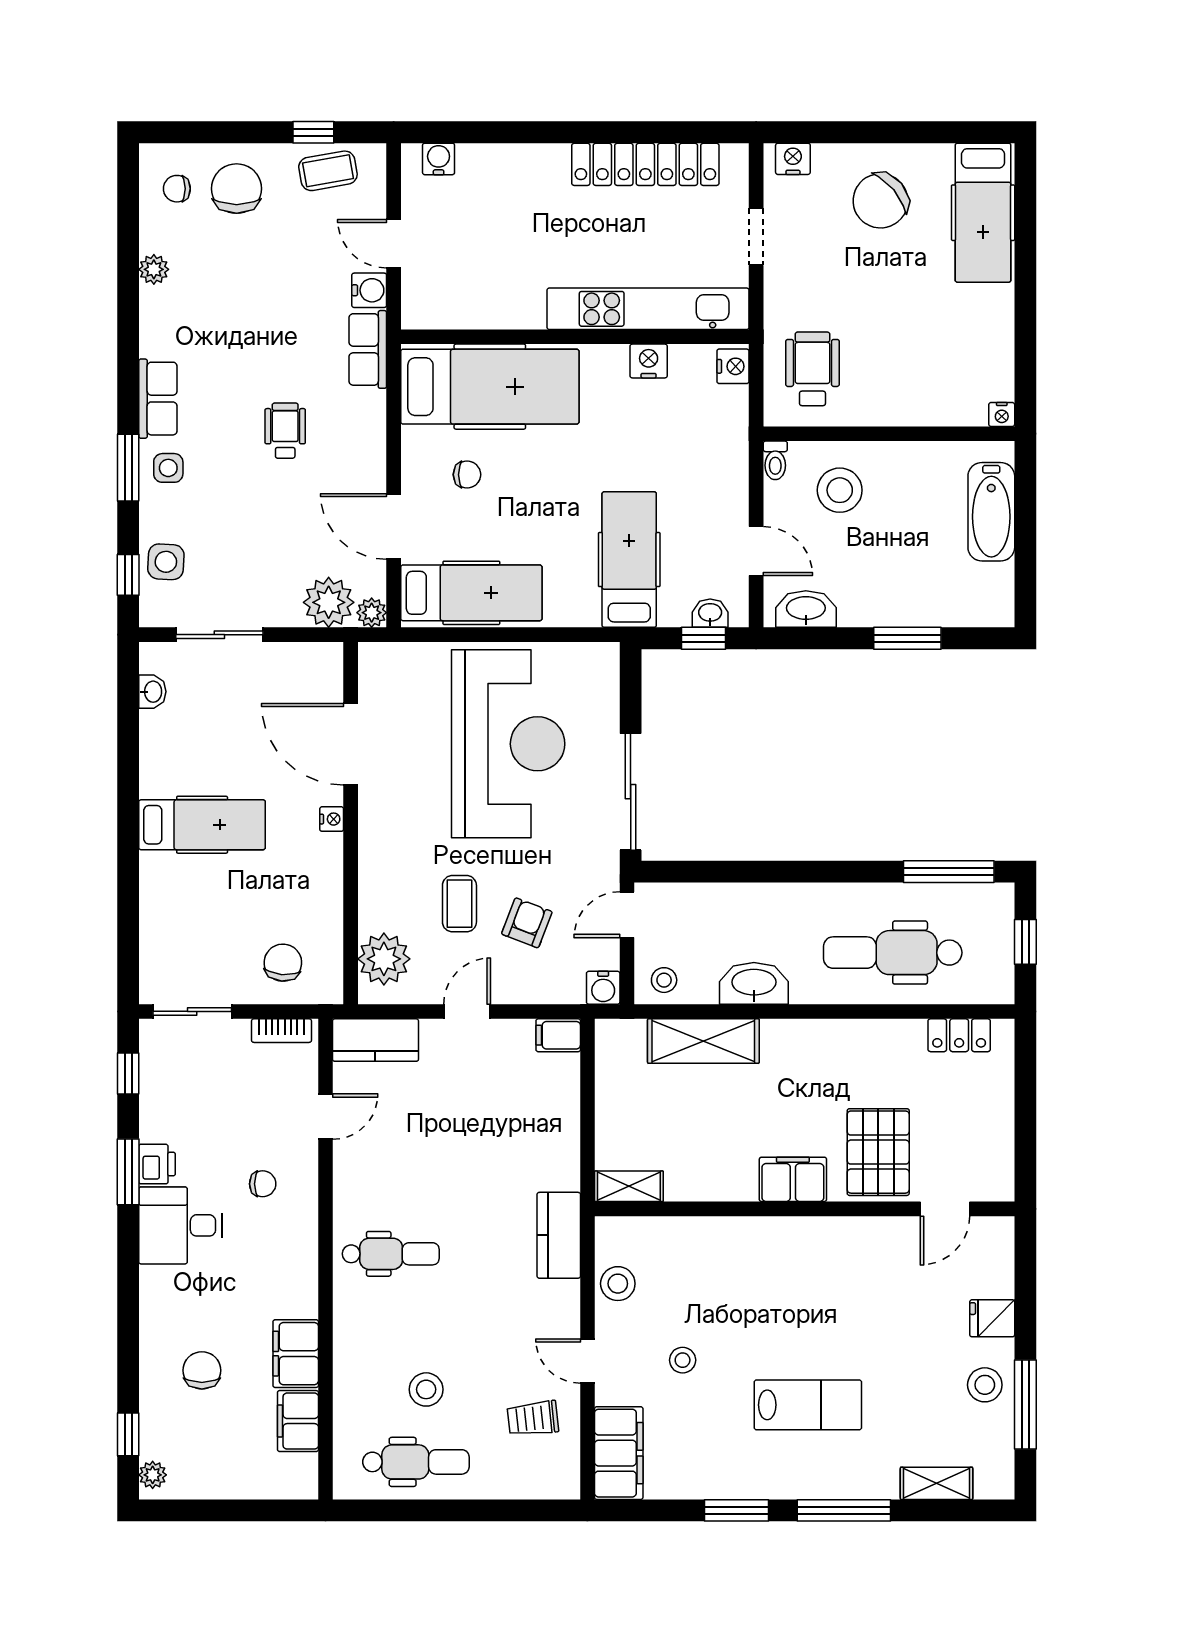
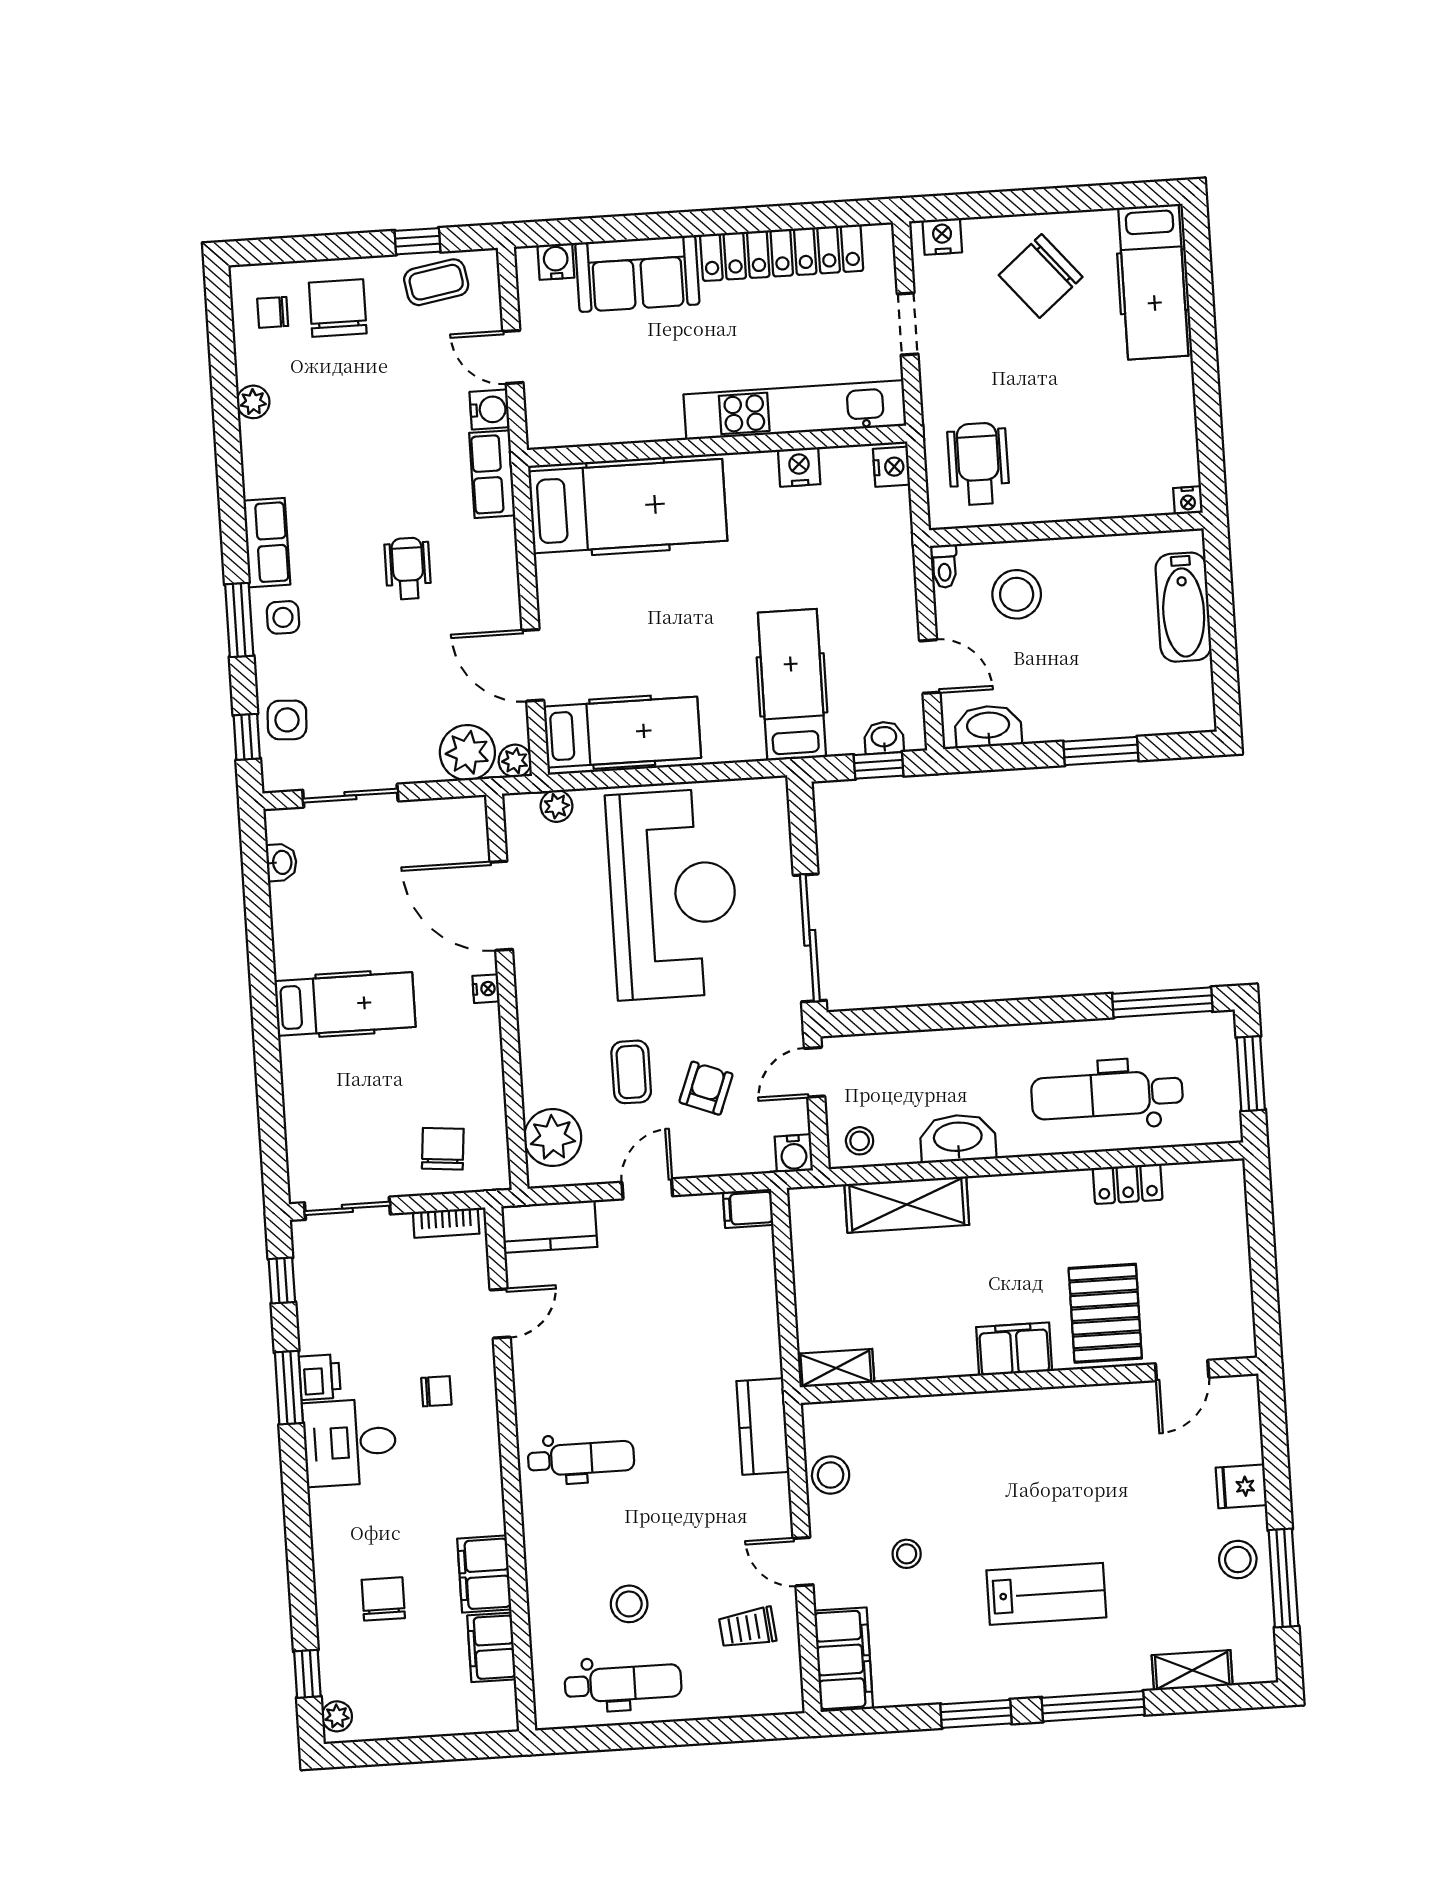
sofa: (512, 175) -> (637, 274), added
chair: (467, 475) -> (609, 604), removed
plant: (407, 656) -> (557, 806), added
window: (1025, 942) -> (1251, 1074), width x1.50
locker: (959, 1035) -> (1128, 1184), moved

